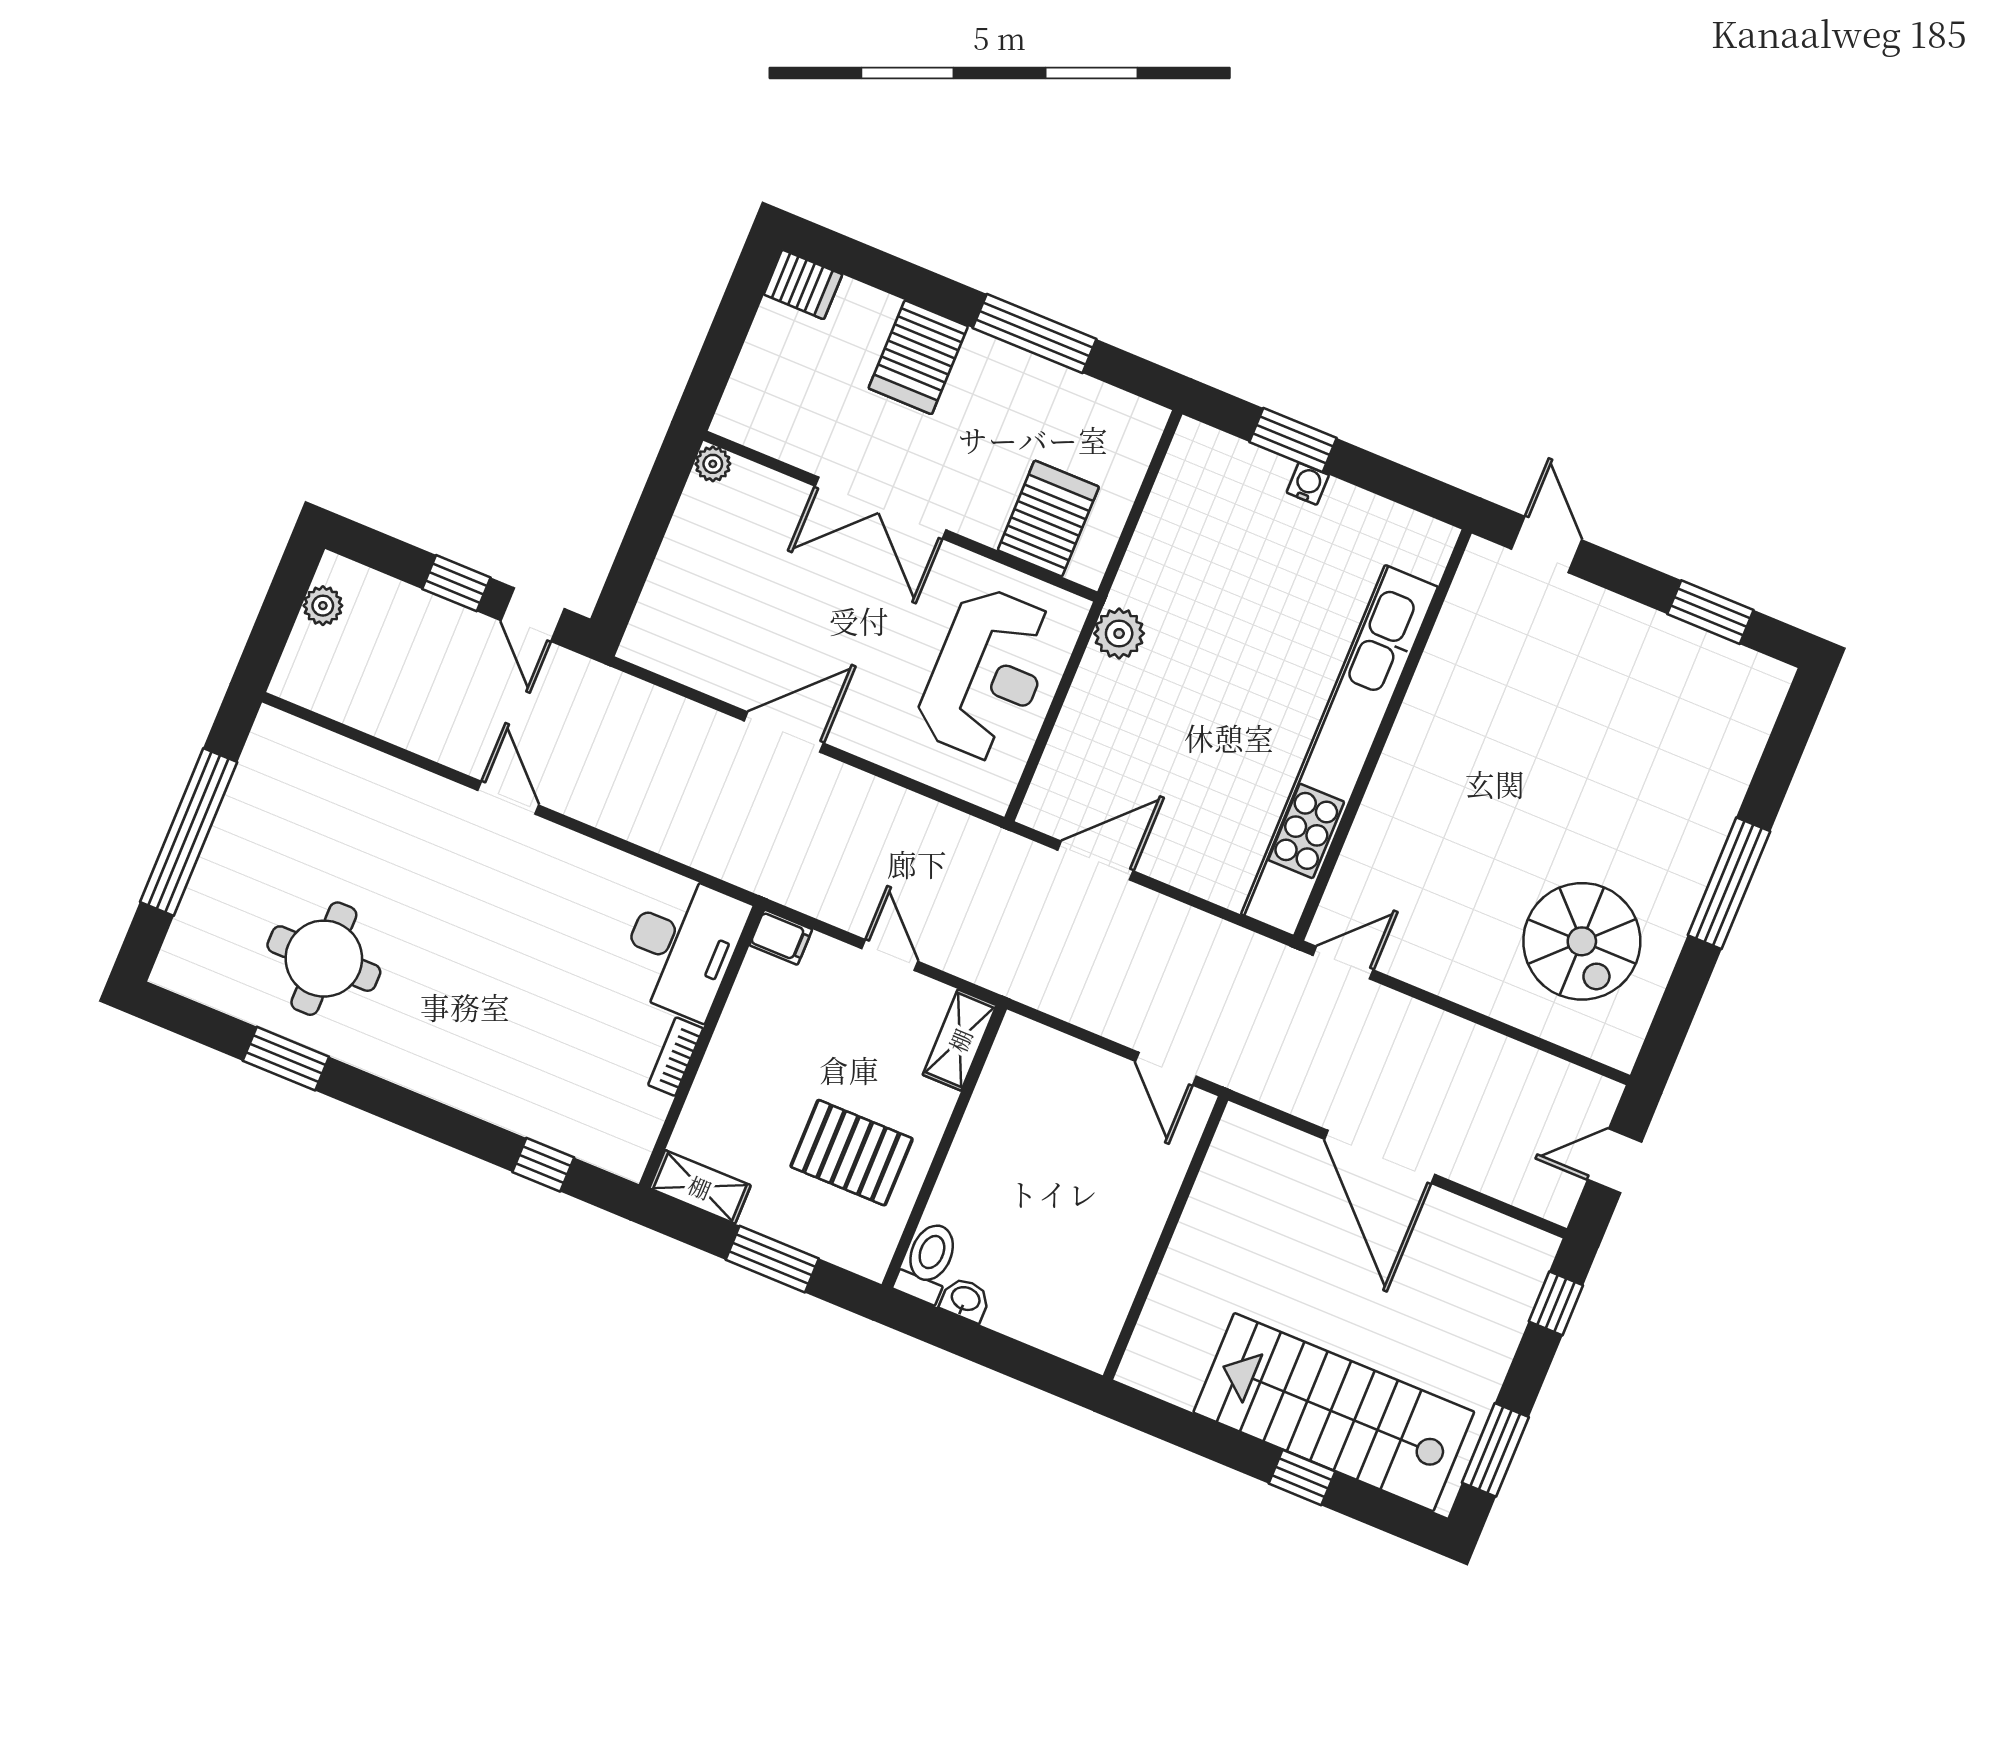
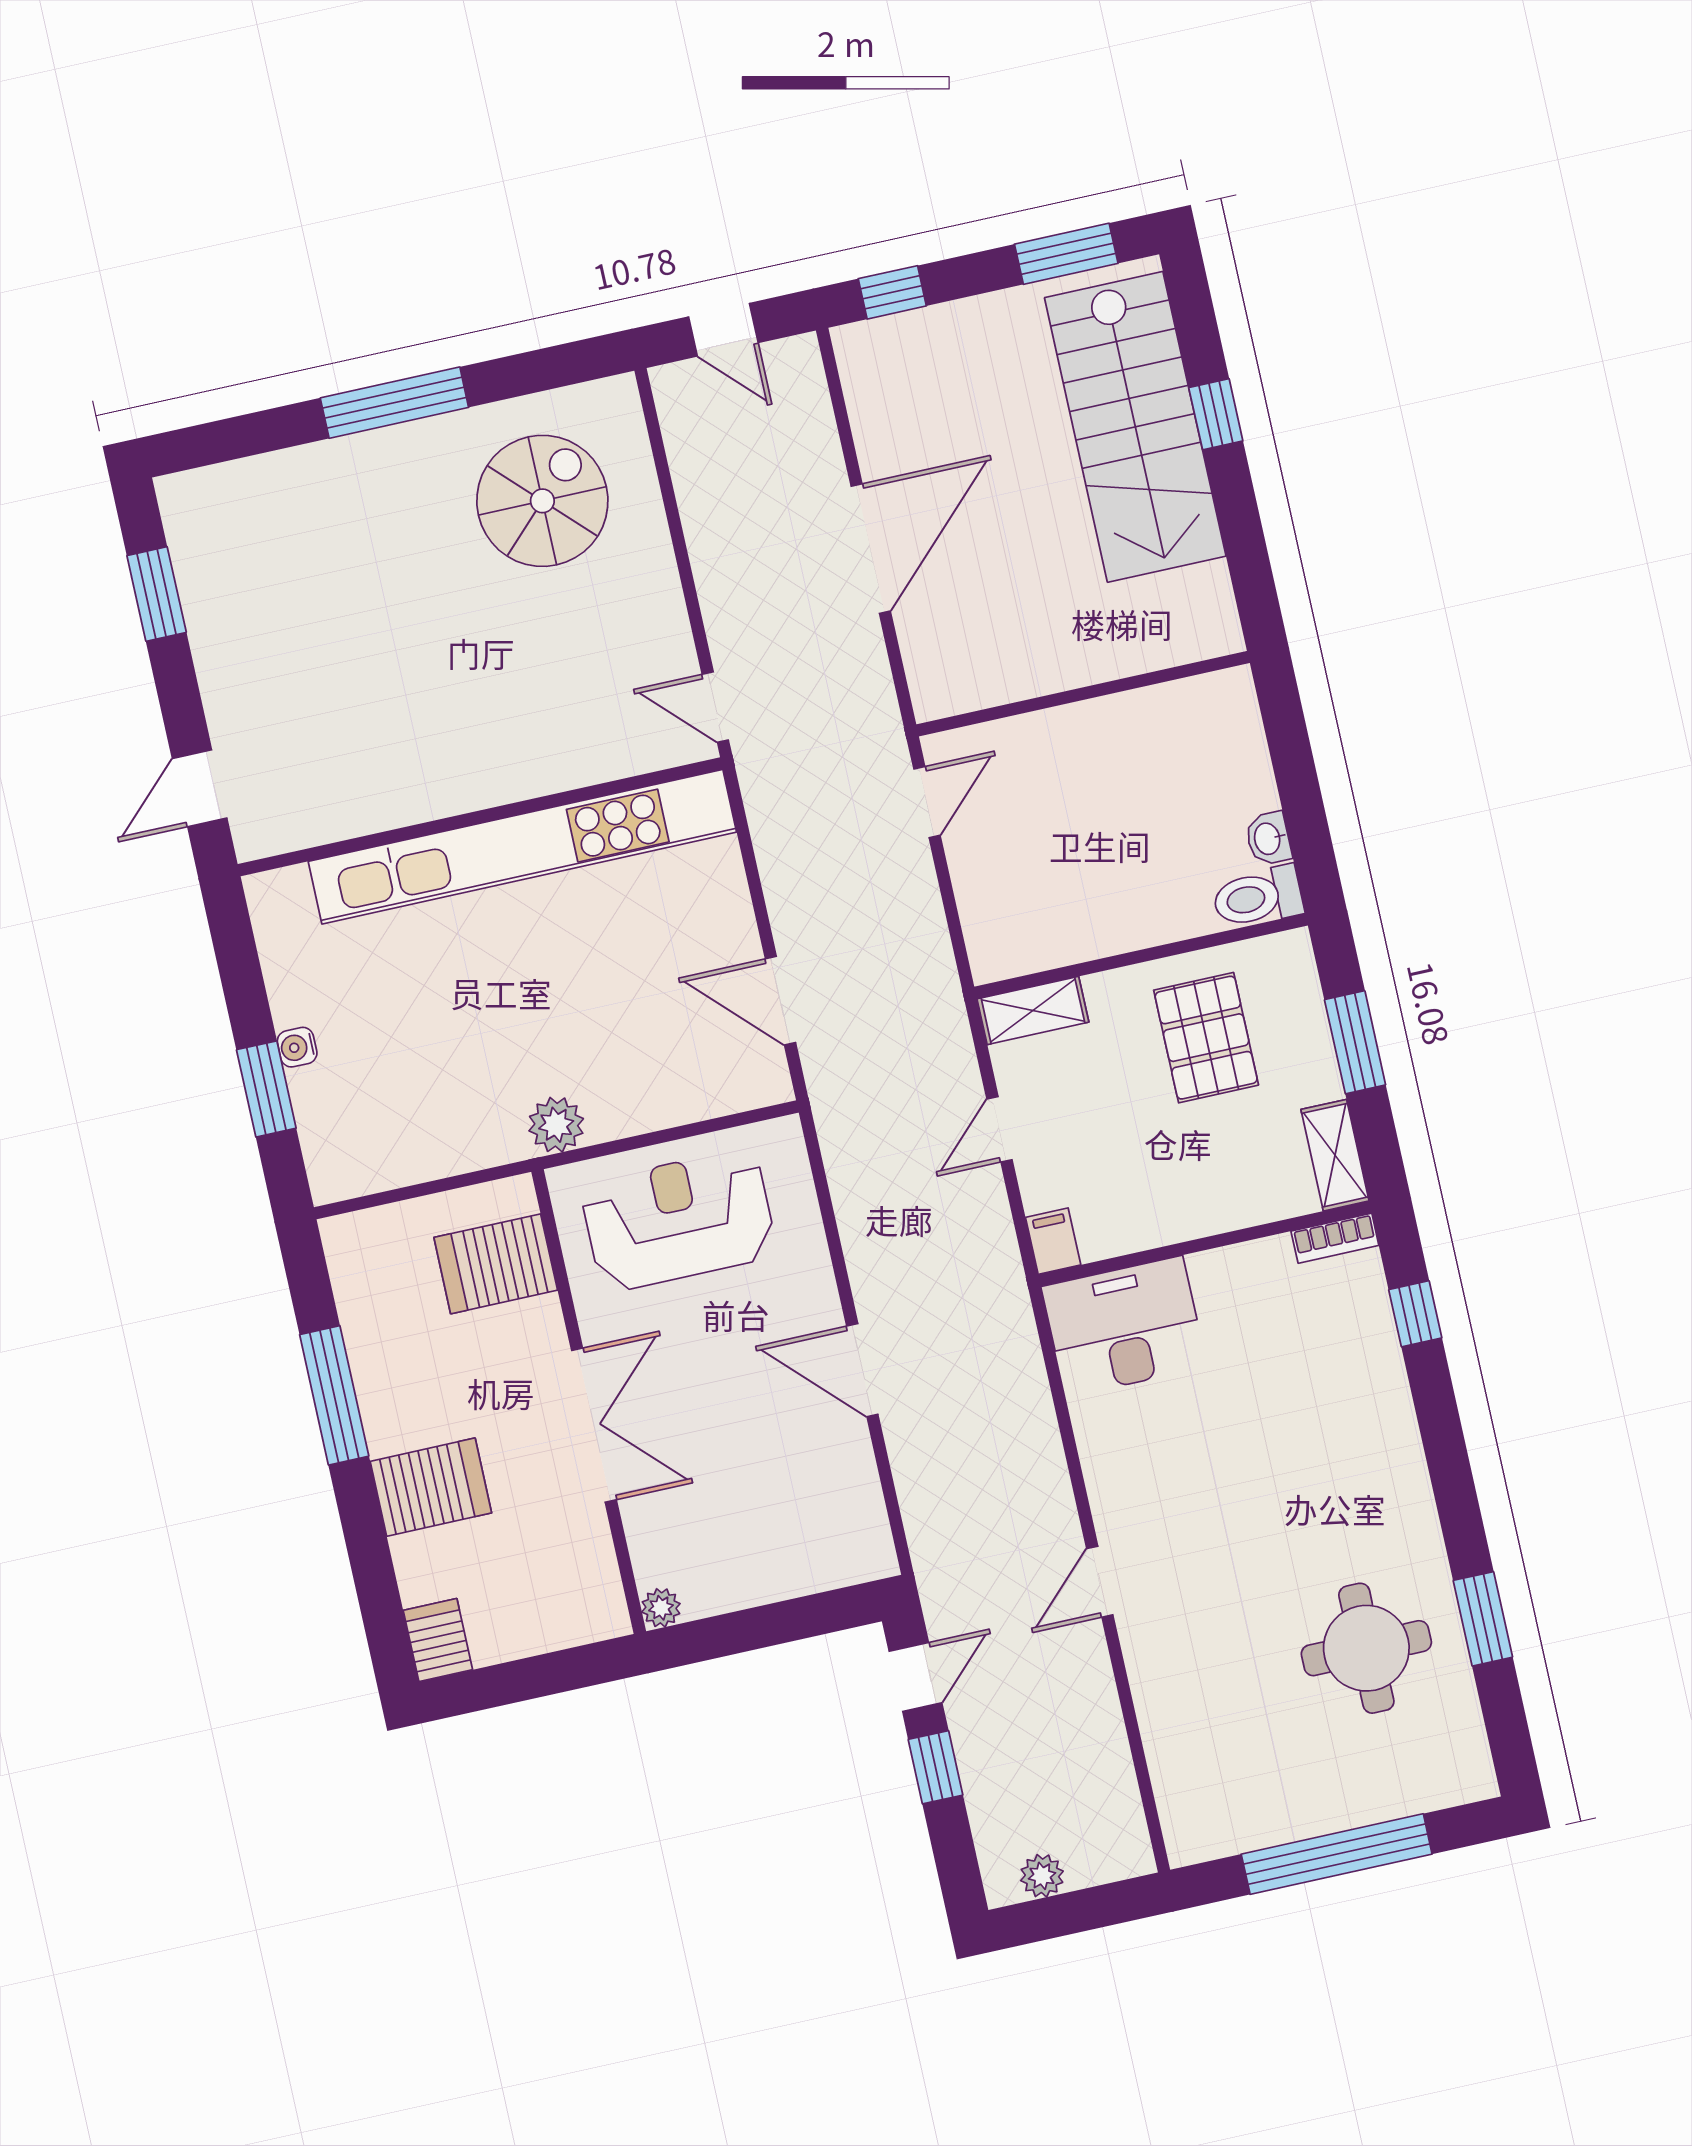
bookcase: (676, 1057) -> (1335, 1238), moved

